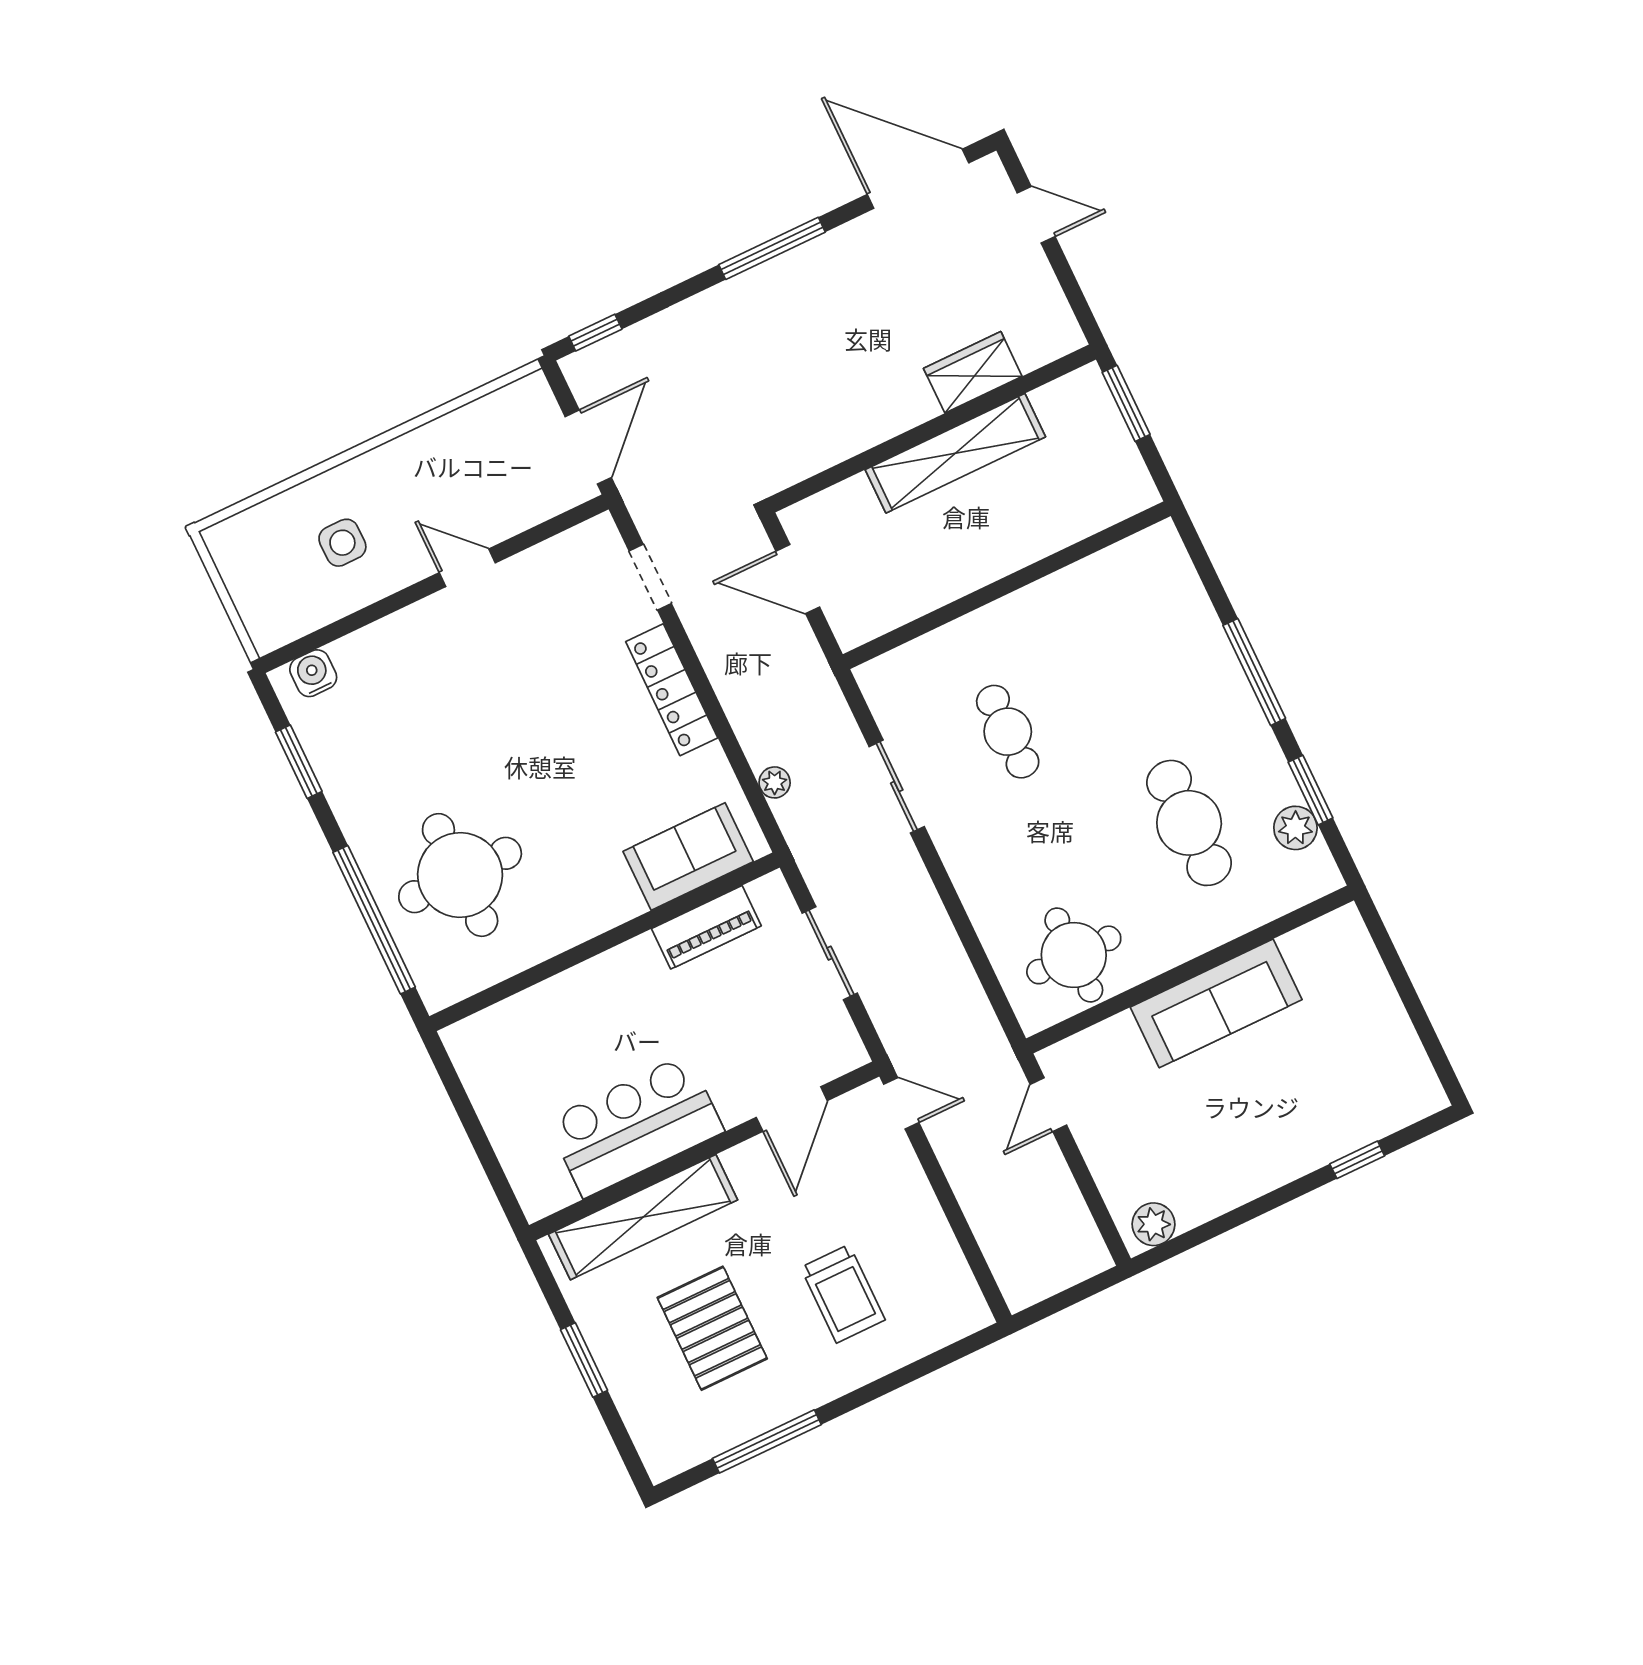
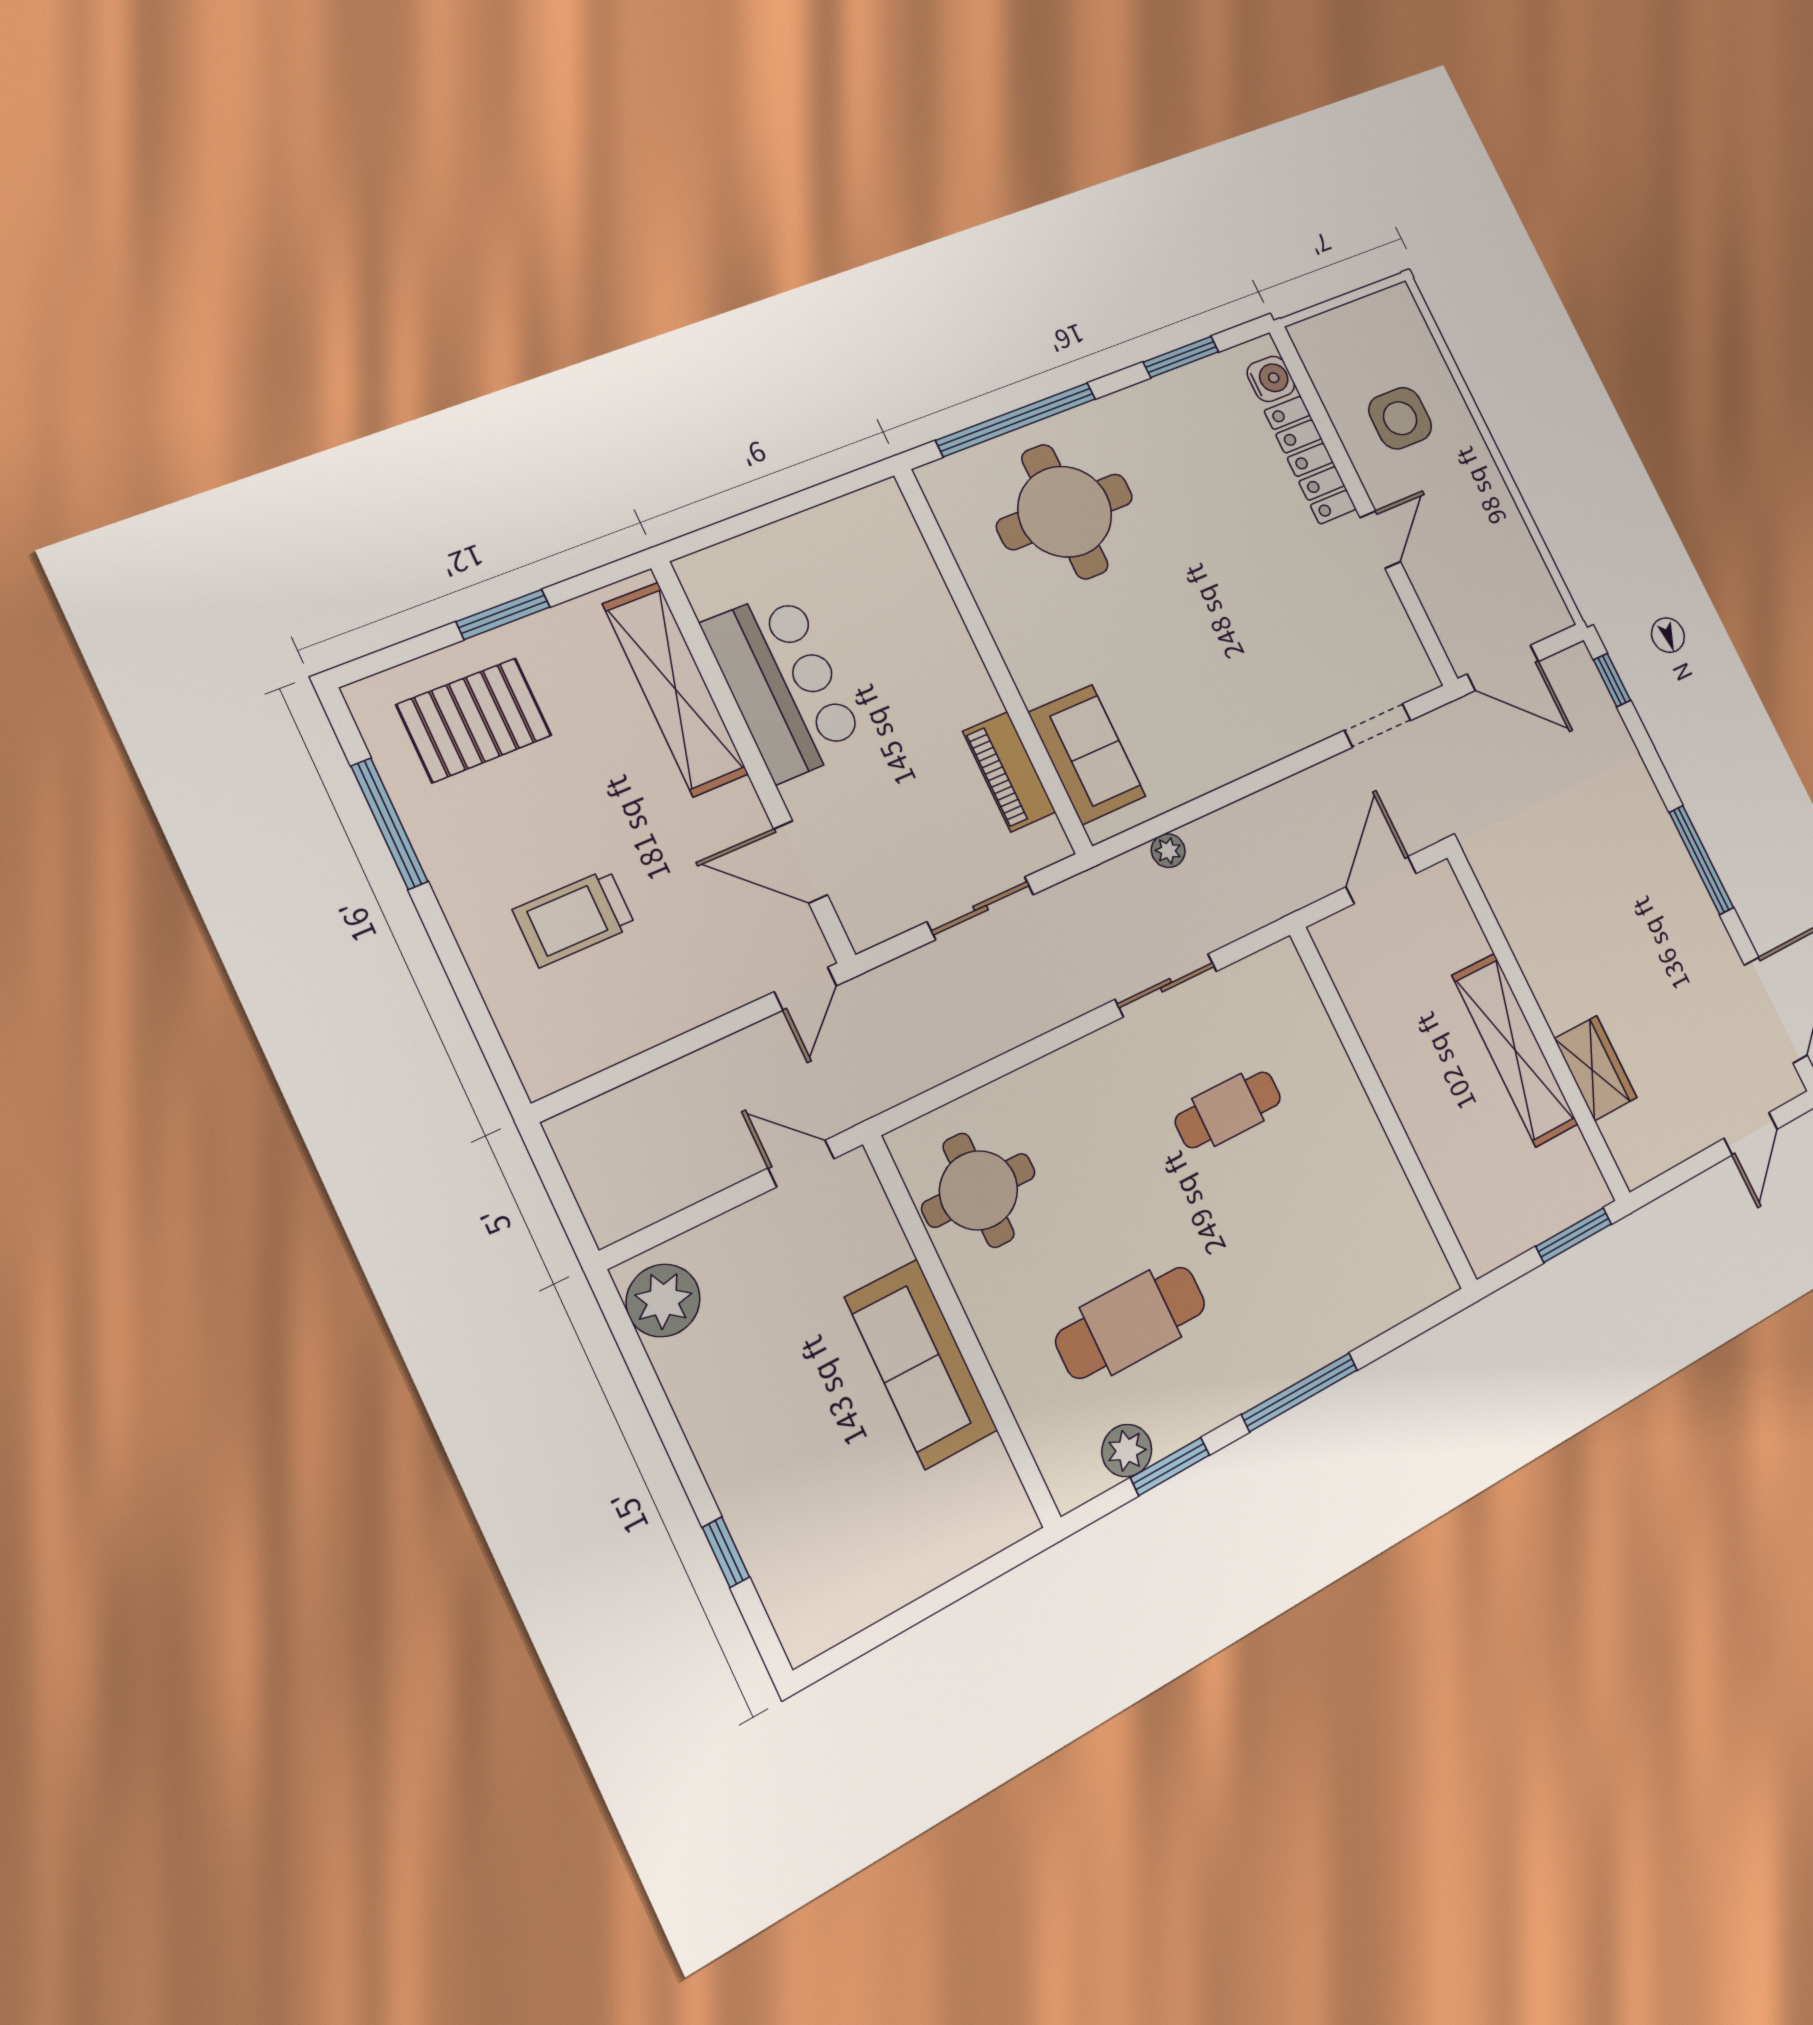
side table: (342, 543) -> (1400, 418), width x1.37, depth x1.37
locker: (672, 690) -> (1310, 460), moved, turned -90
plant: (1153, 1224) -> (663, 1300), width x1.36, depth x1.36
pallet: (712, 1328) -> (474, 720), moved

